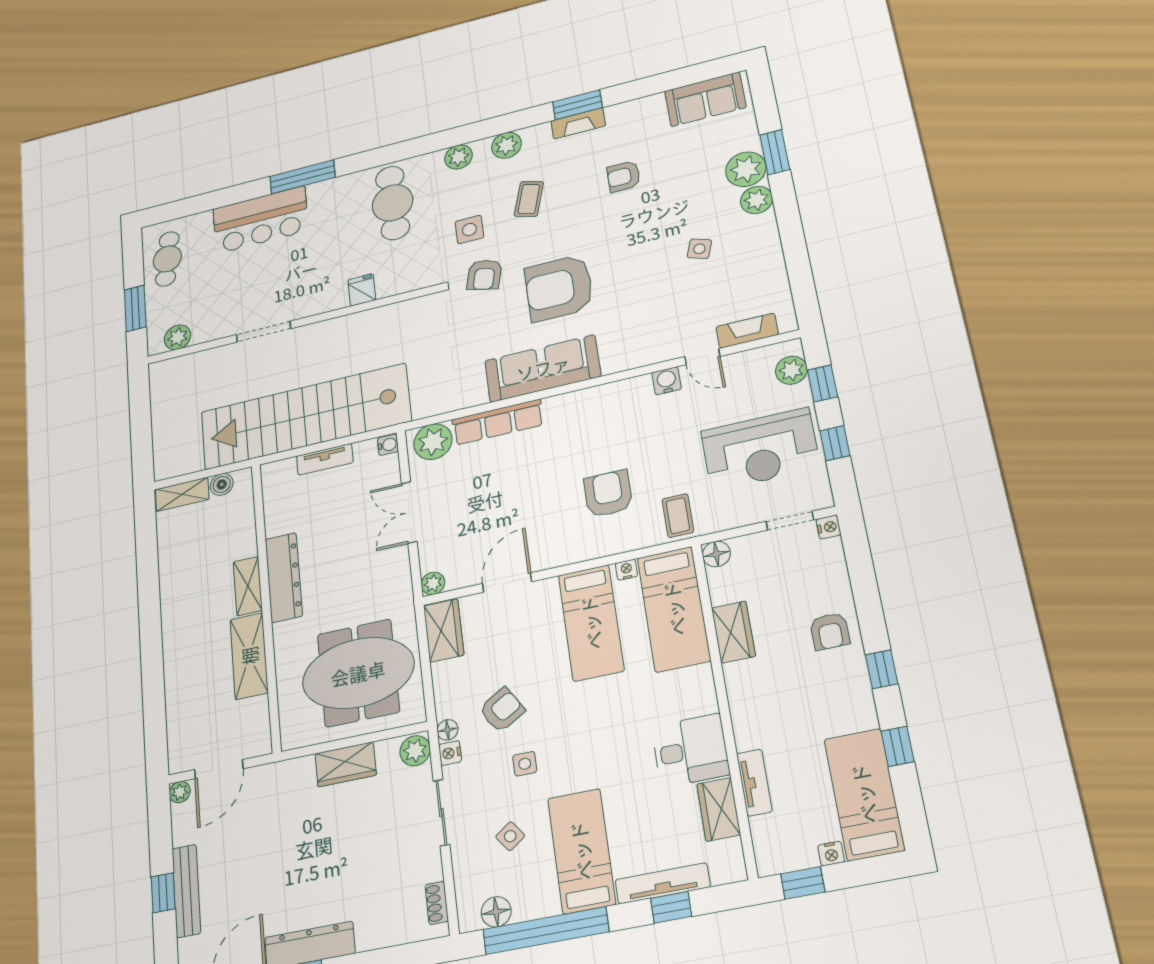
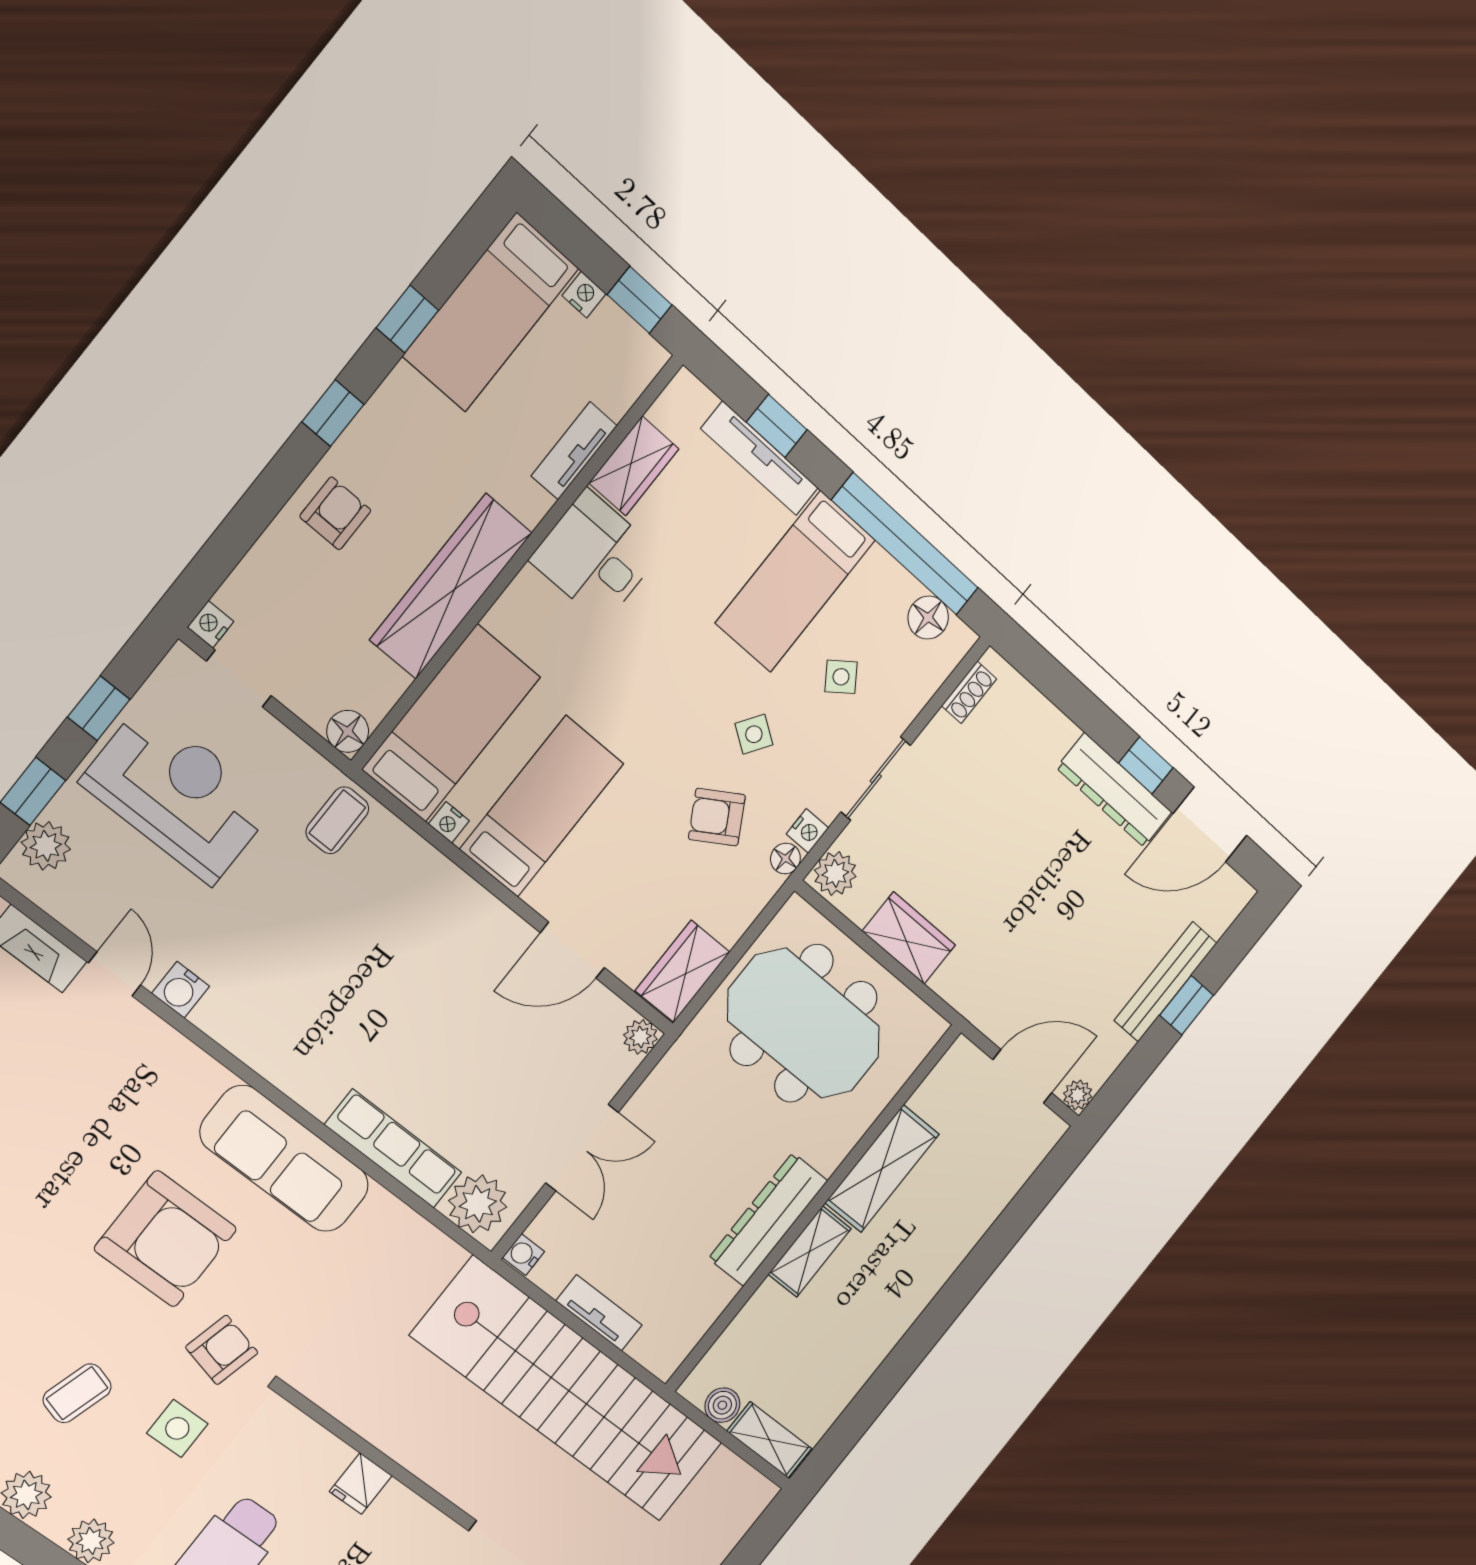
armchair: (608, 494) -> (376, 930), removed
wardrobe: (733, 632) -> (451, 586), width x2.10, depth x1.17
side table: (525, 764) -> (754, 734), turned 34

